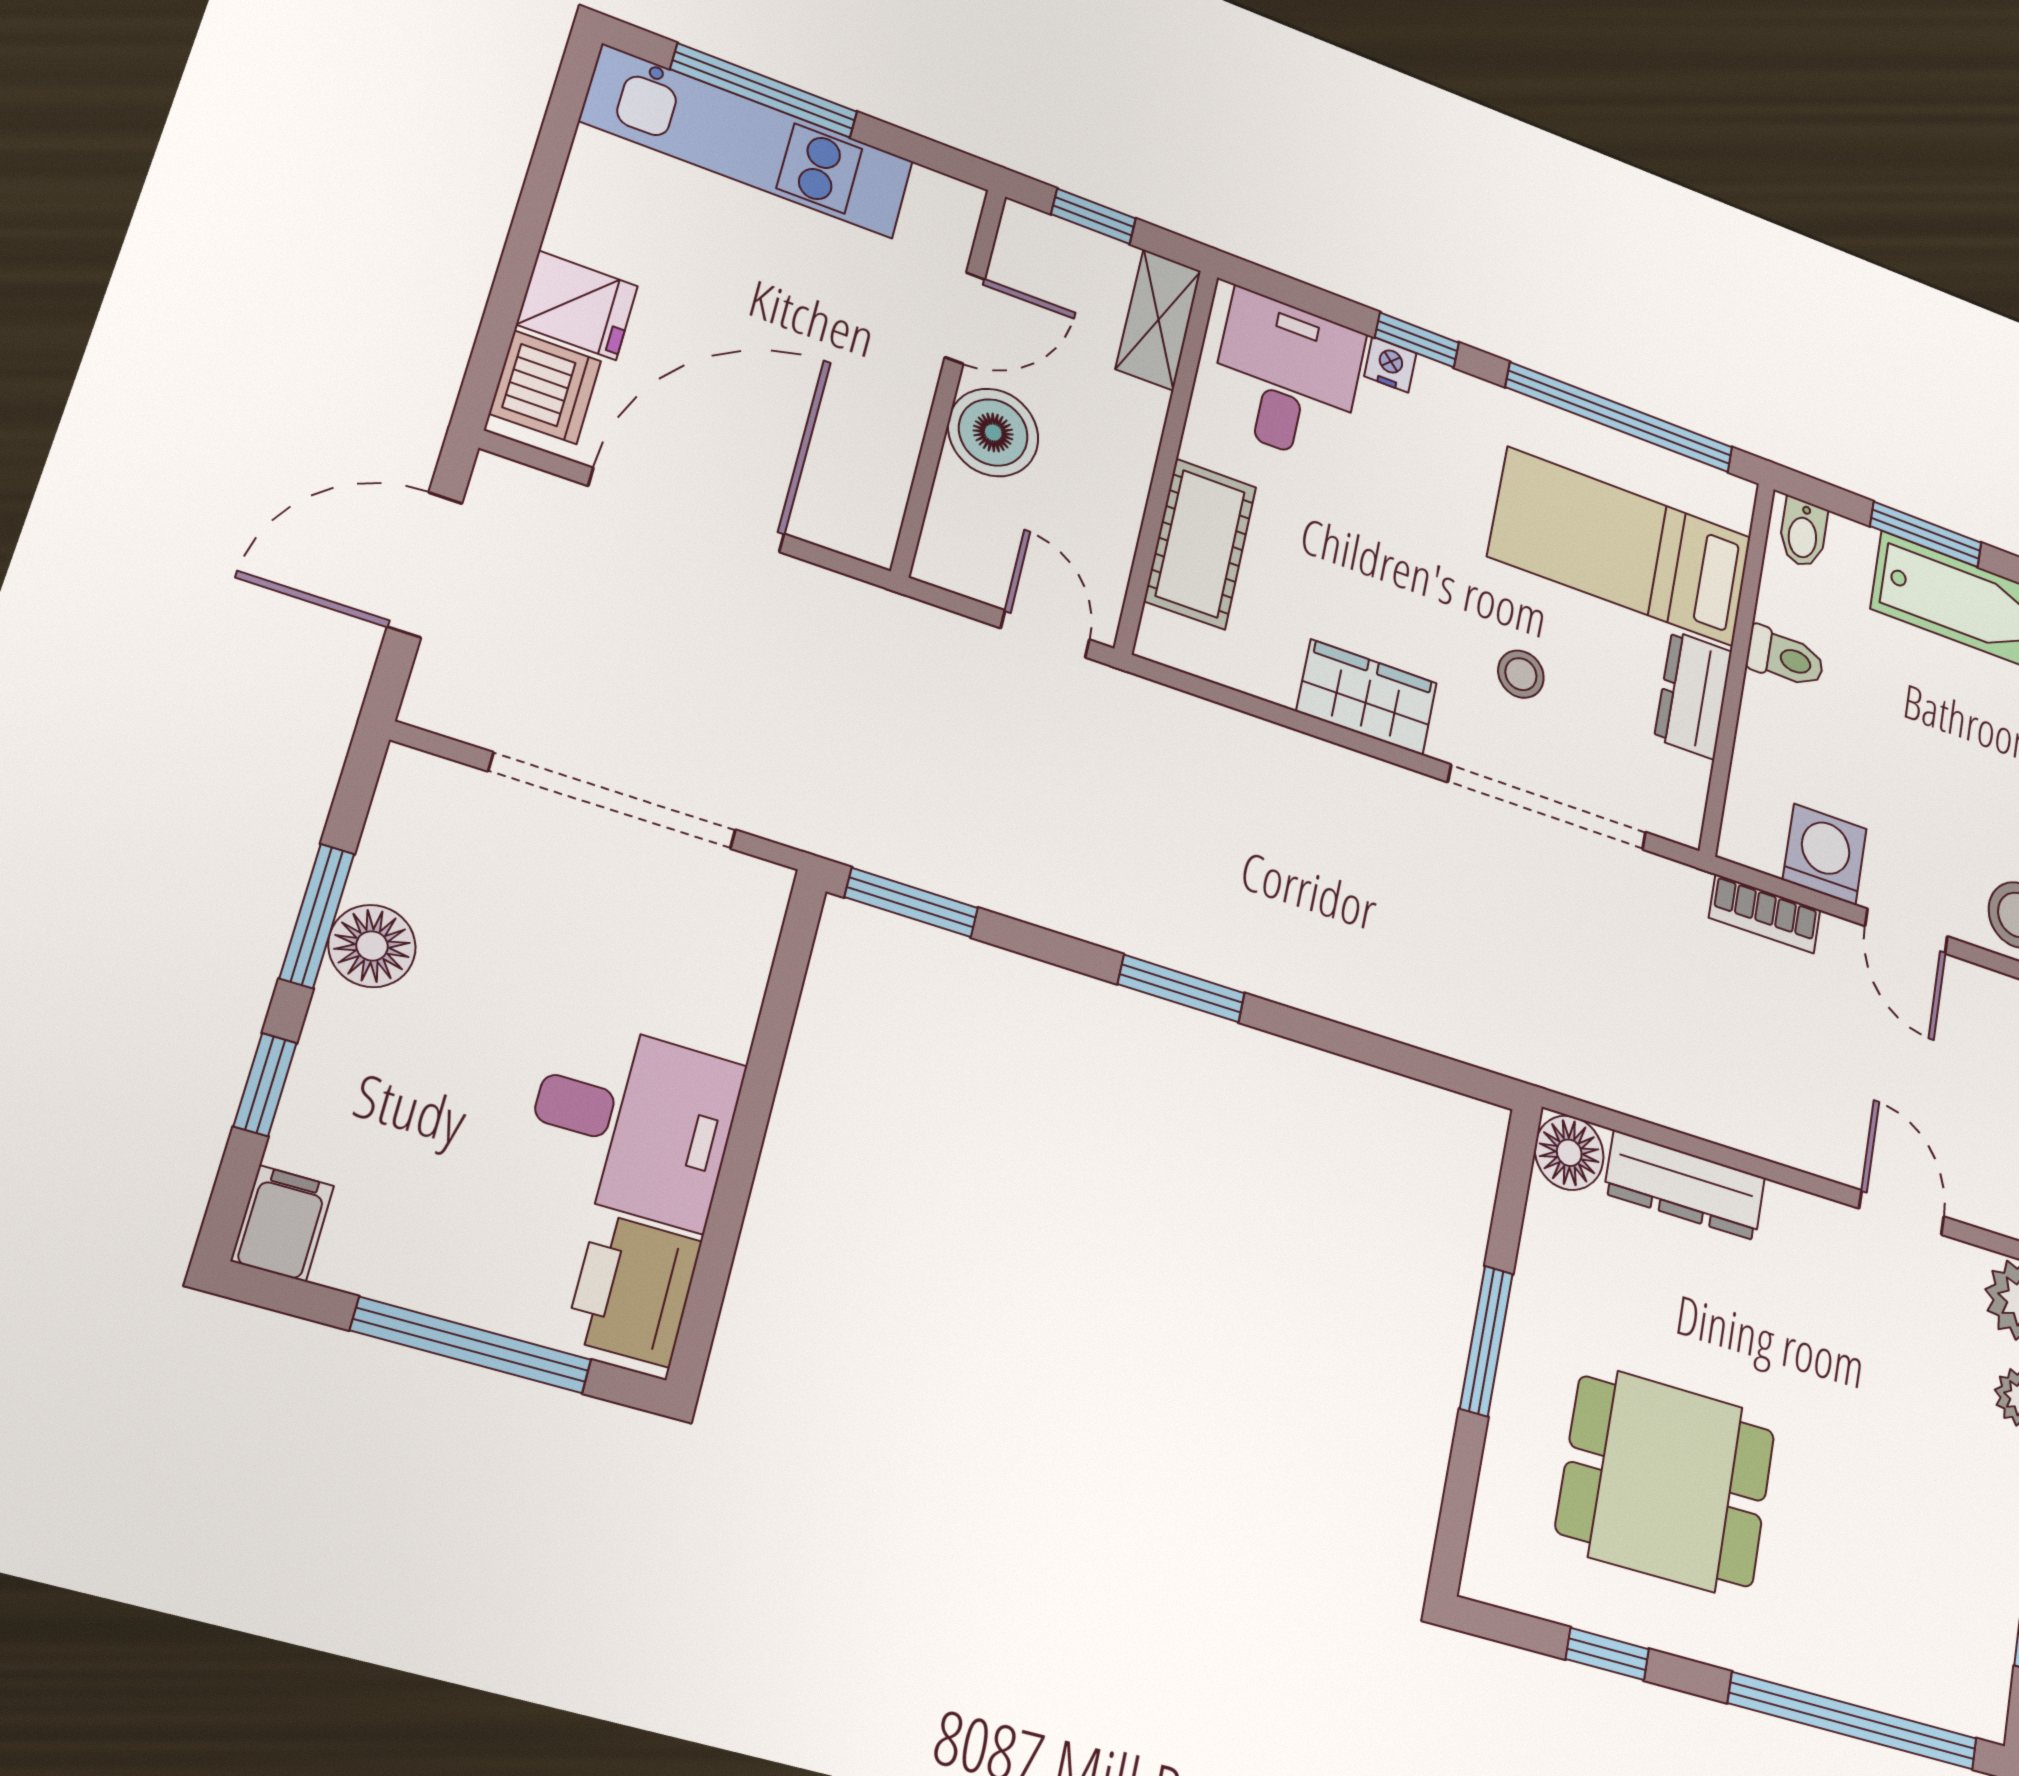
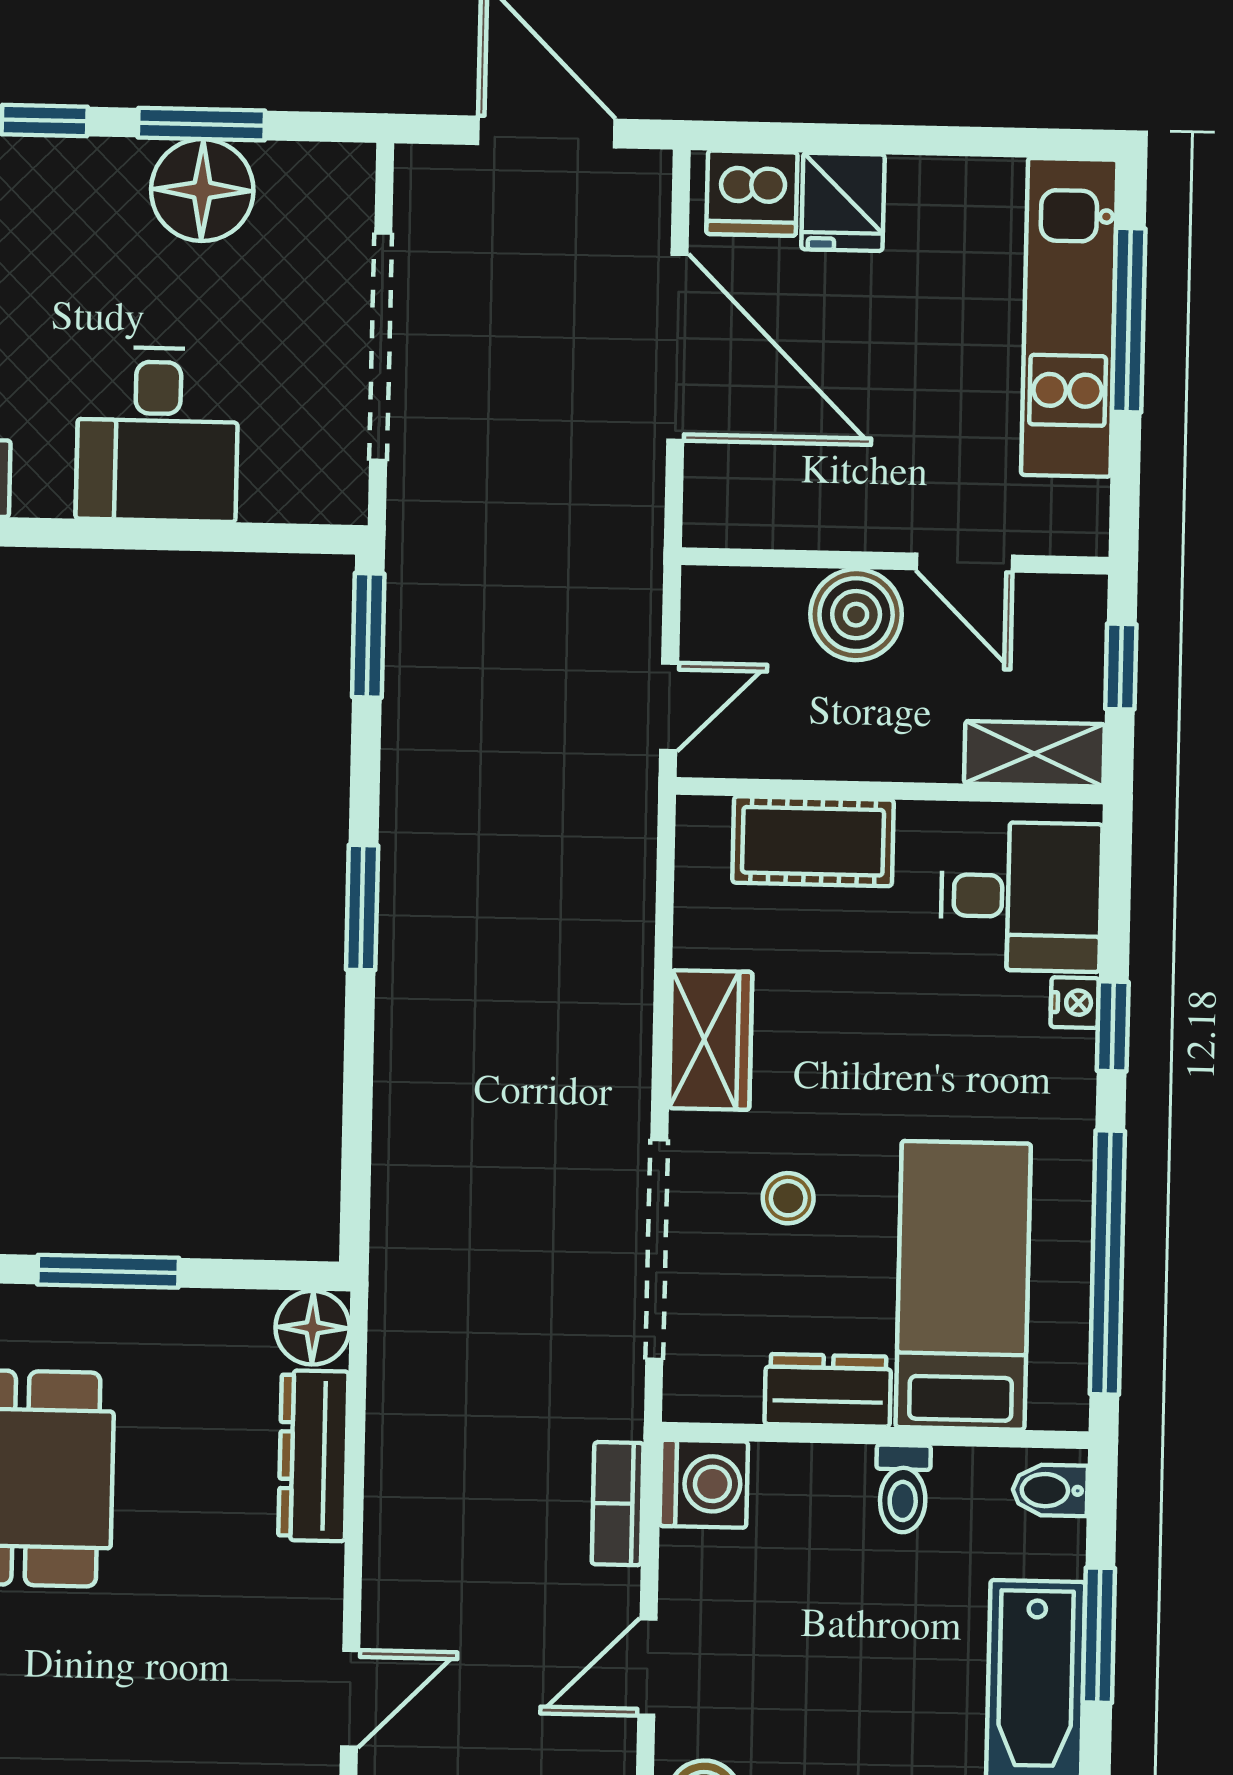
washing machine: (1825, 854) -> (704, 1484), moved
floor lamp: (372, 946) -> (202, 190), width x1.38, depth x1.38
desk: (633, 1123) -> (157, 434), moved

